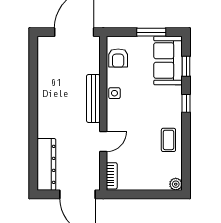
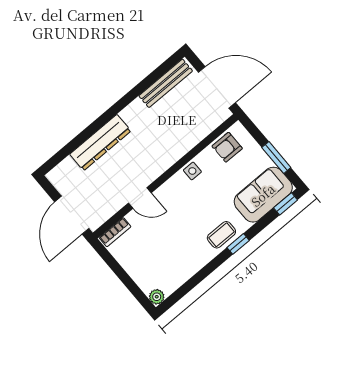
window: (186, 66) -> (286, 204), moved
bench: (93, 98) -> (166, 83), moved
coffee table: (168, 140) -> (221, 235), moved
dresser: (46, 164) -> (100, 143), moved

